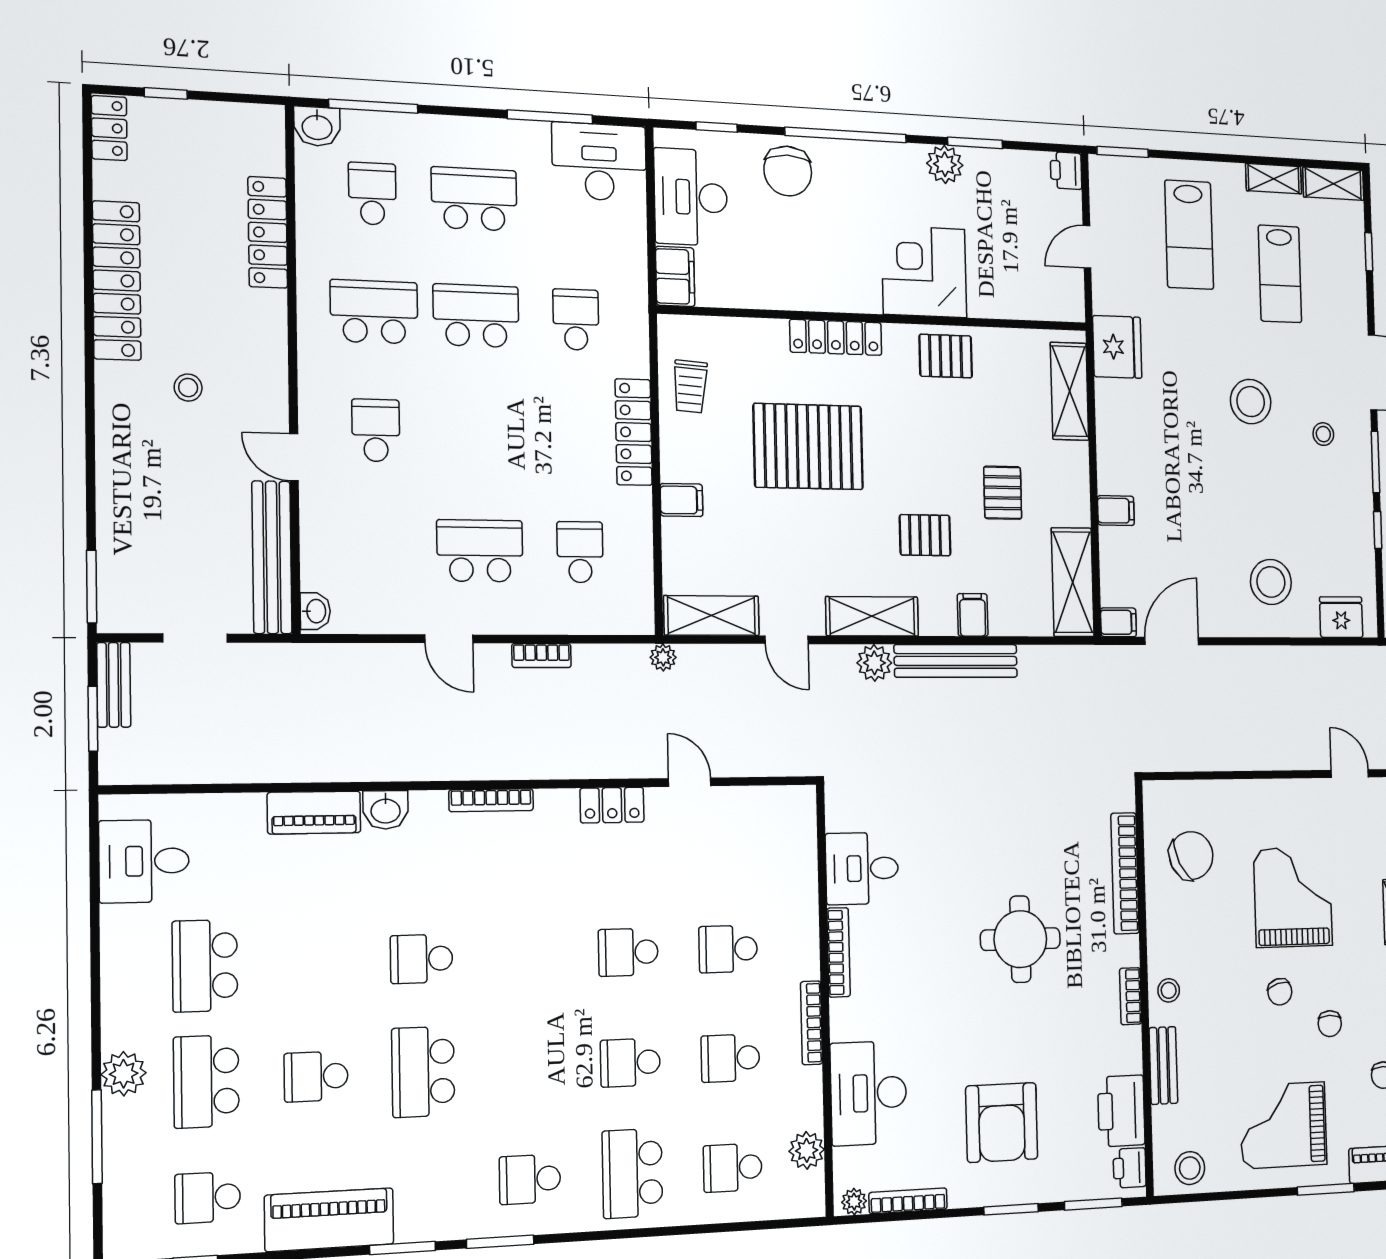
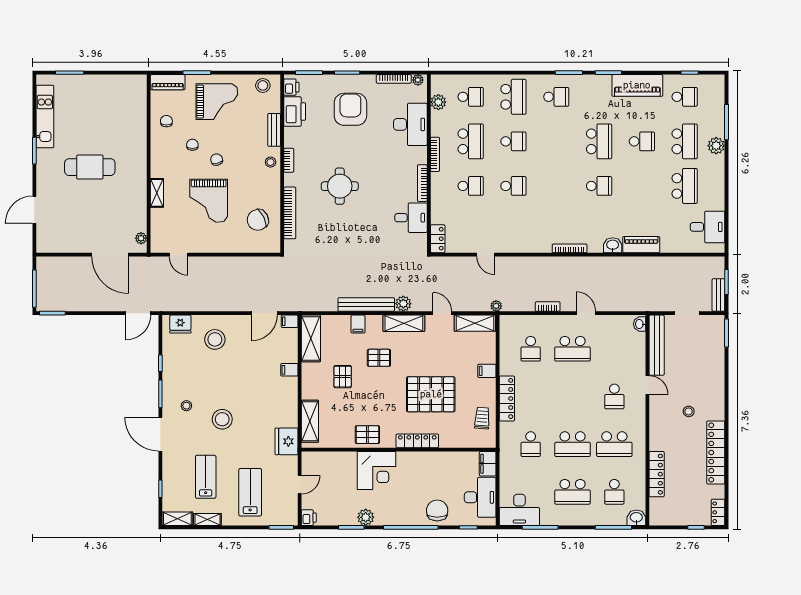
locker: (612, 805) -> (438, 239), moved, turned 90
school desk: (730, 1058) -> (471, 141), width x1.85

